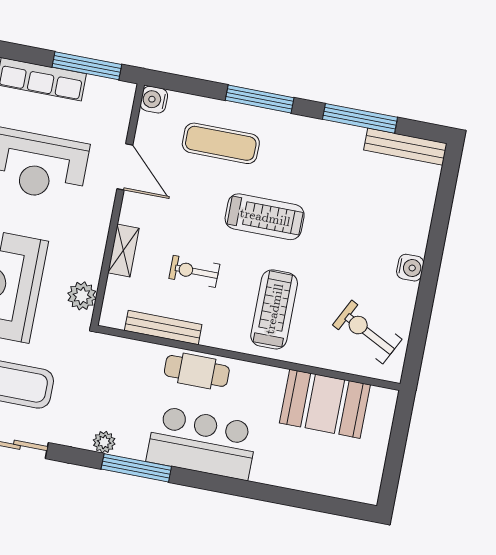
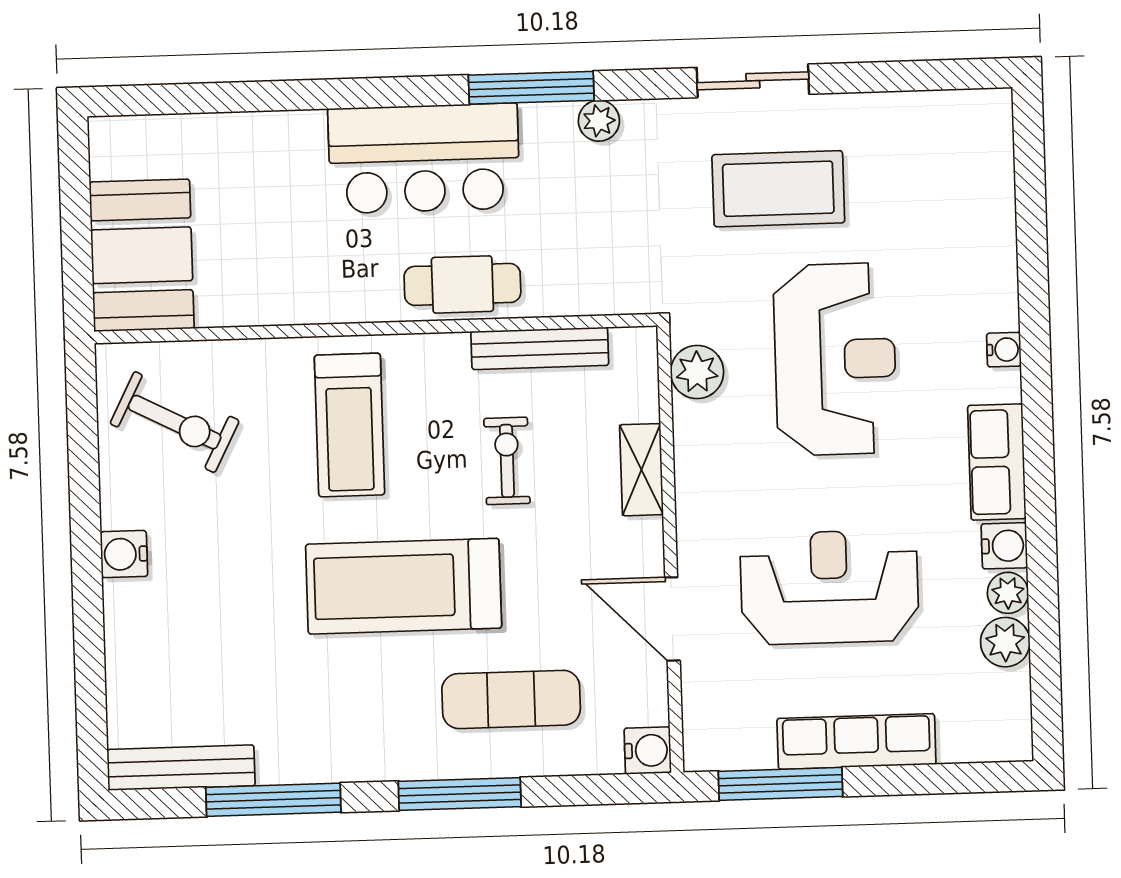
treadmill: (265, 217) -> (404, 586), width x1.37, depth x1.38
exercise bike: (194, 271) -> (507, 461), turned -90
booth: (325, 404) -> (142, 255), moved, turned 90

